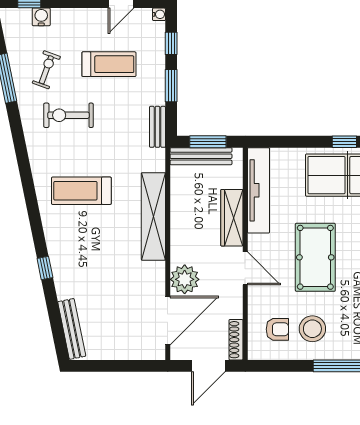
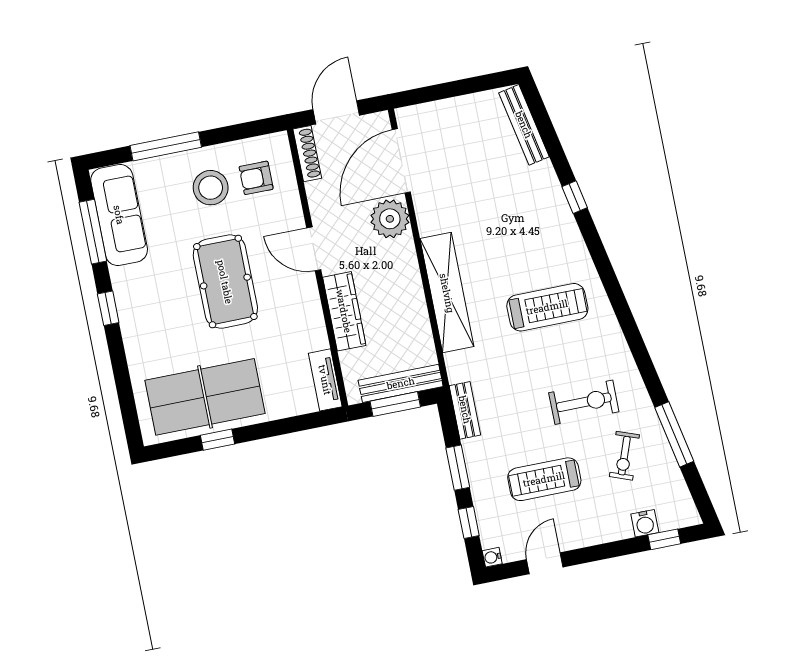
tv unit: (259, 190) -> (325, 380), width x0.52, depth x0.78

